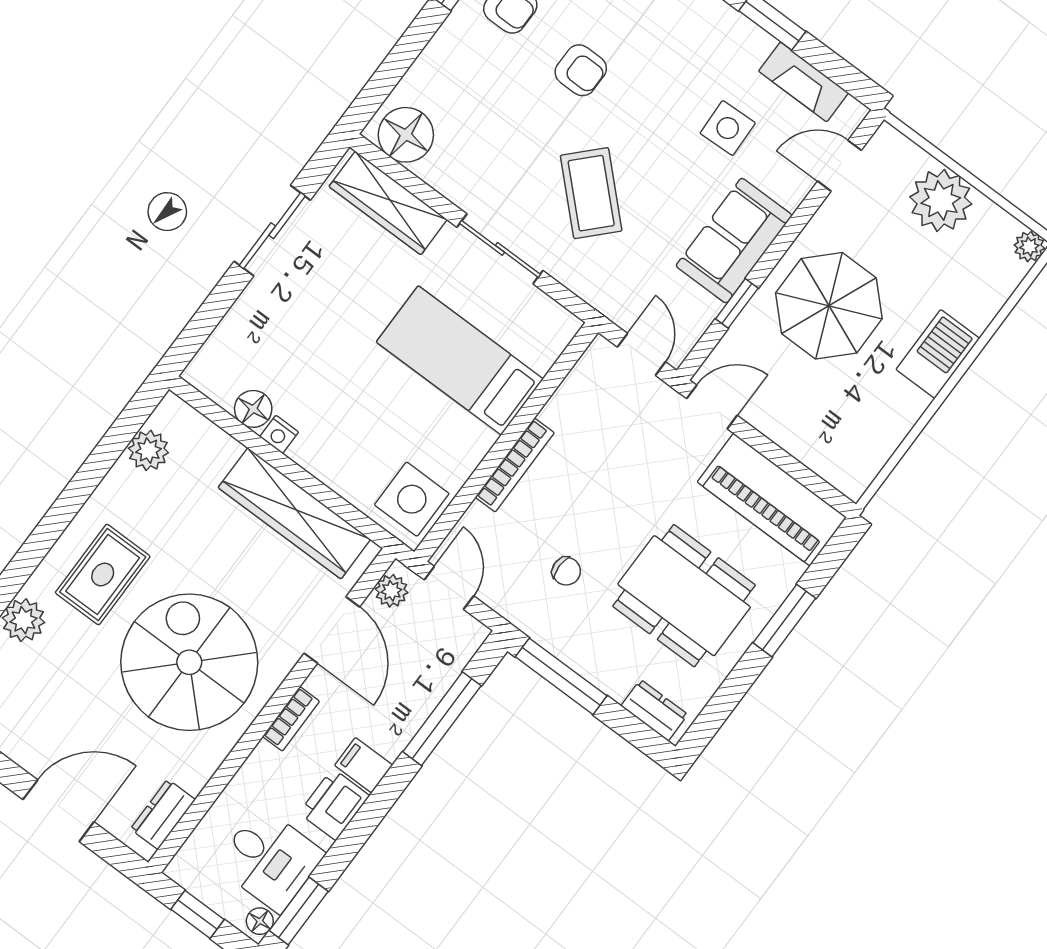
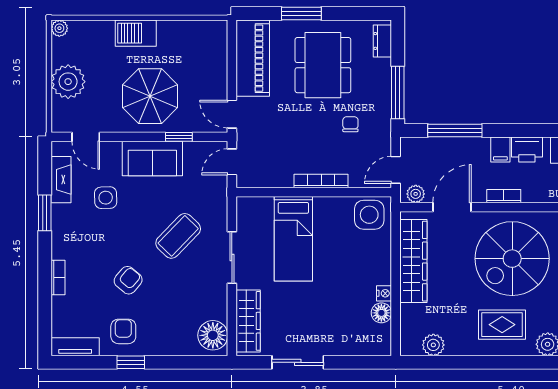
armchair: (581, 70) -> (128, 280), turned 40

